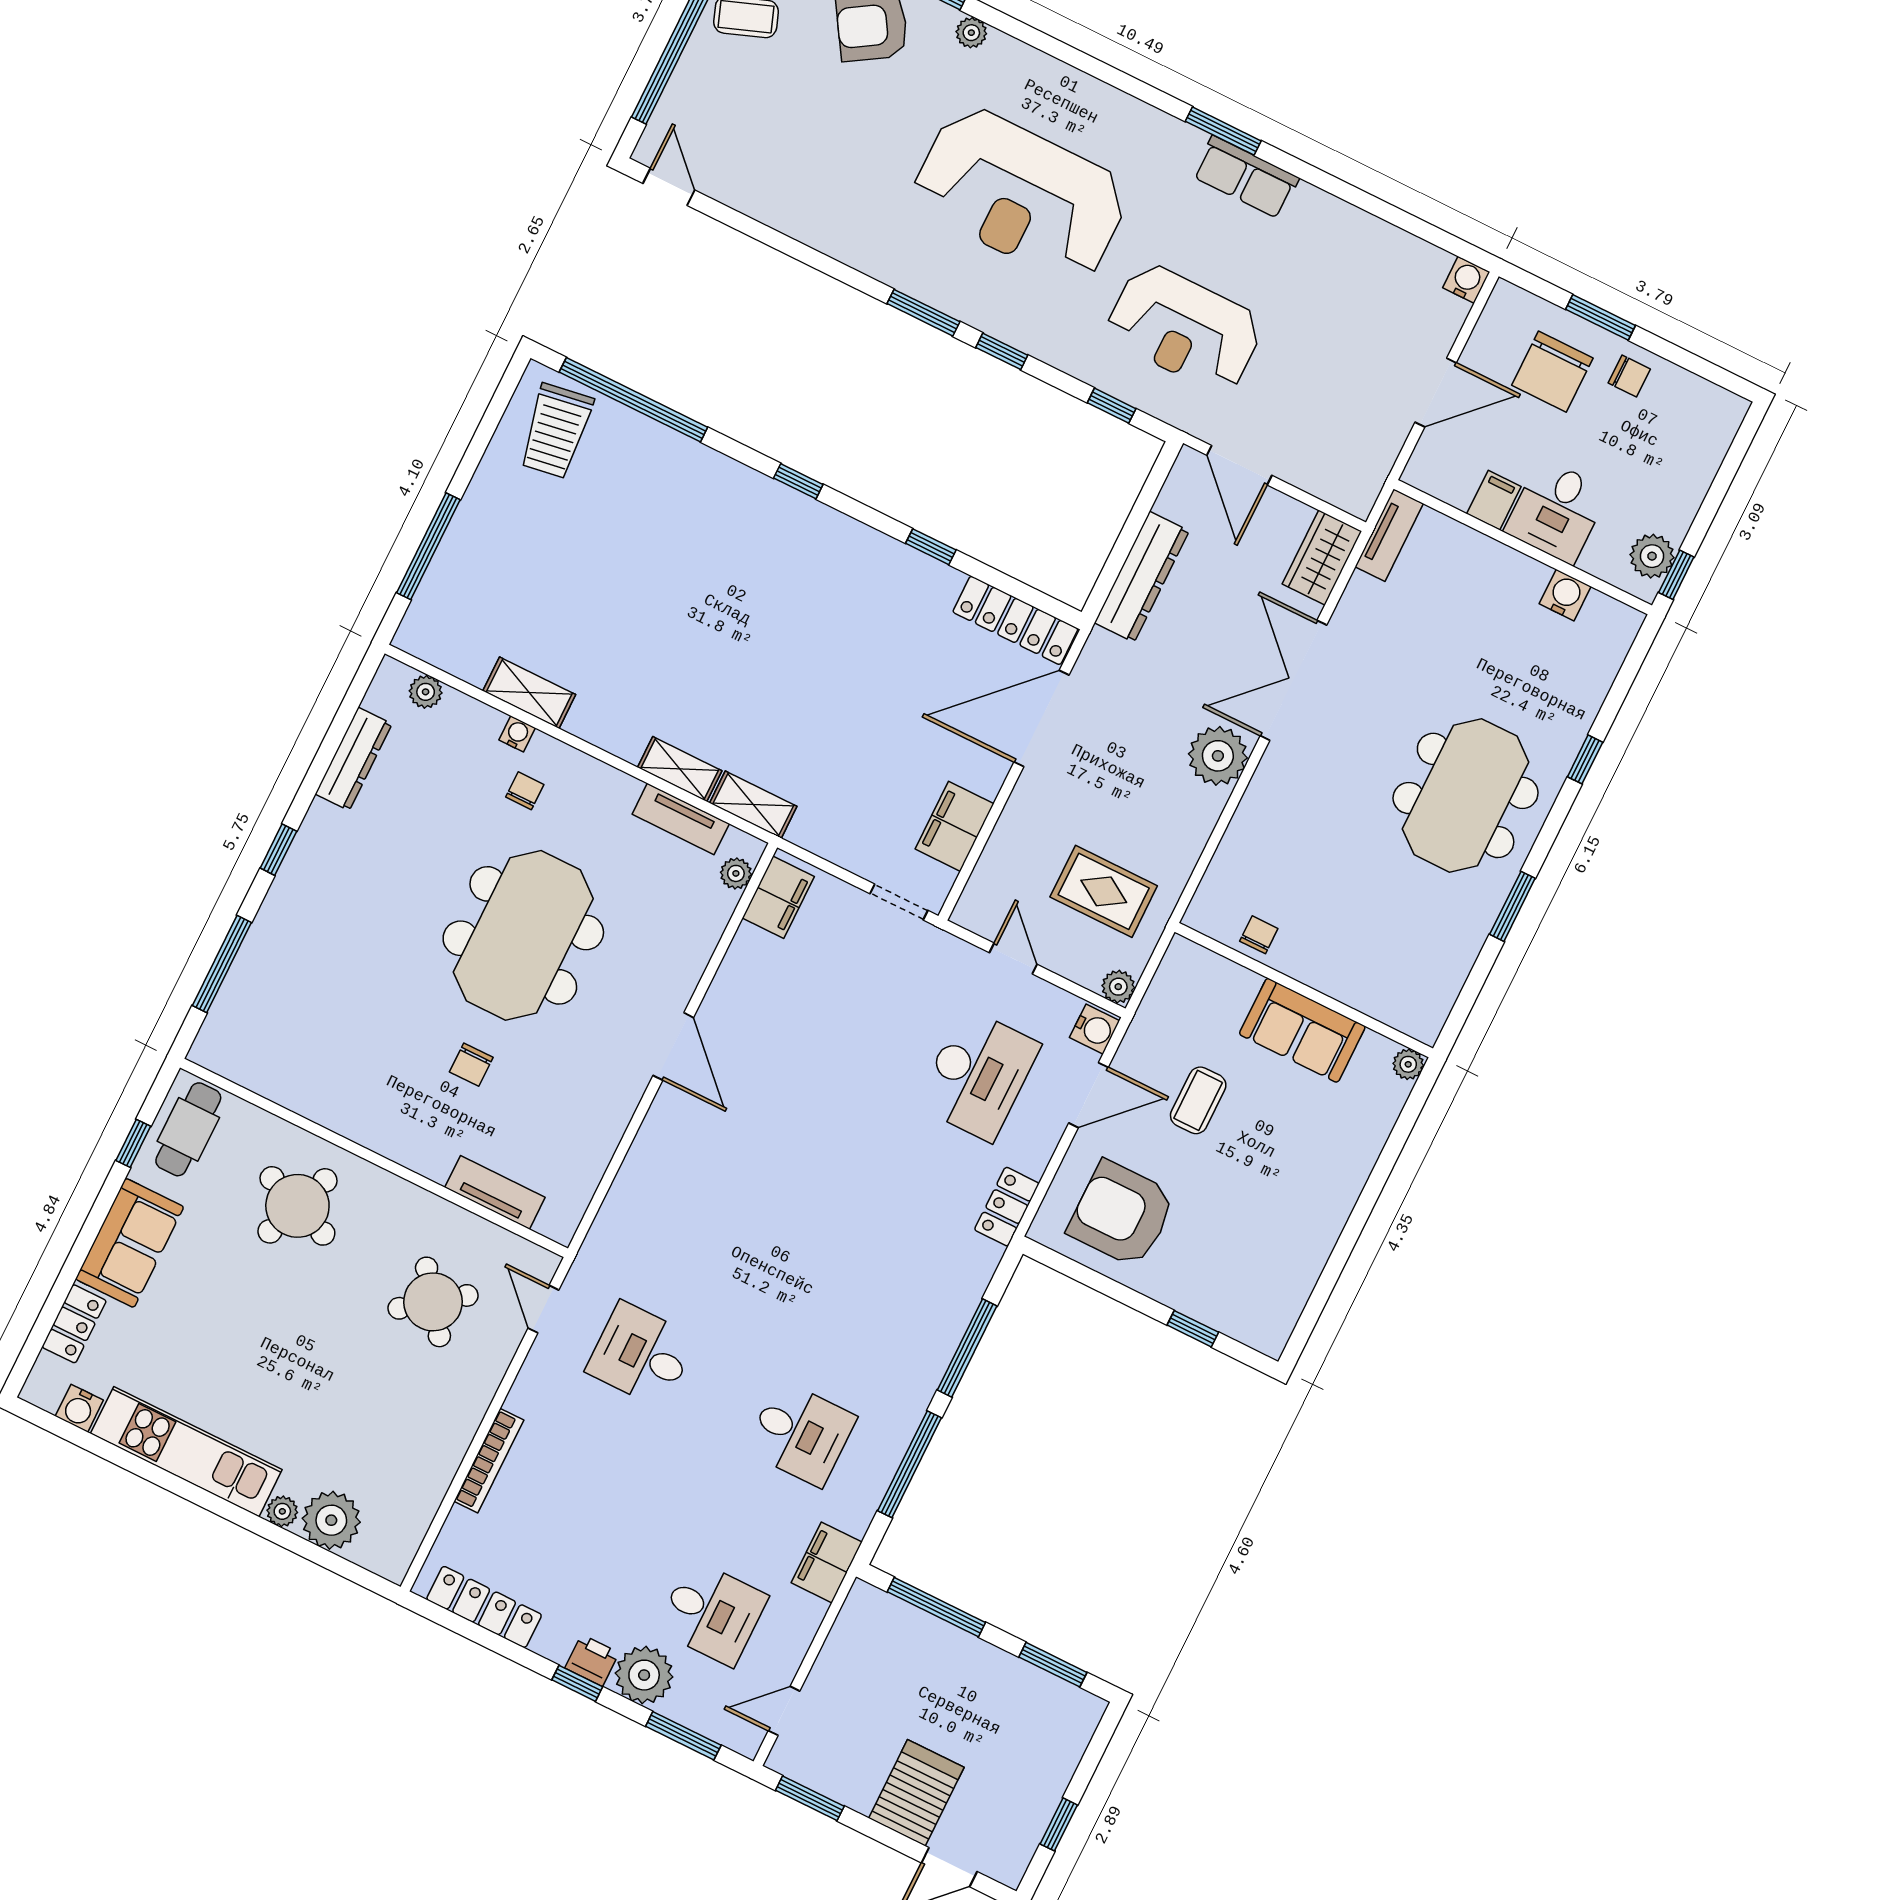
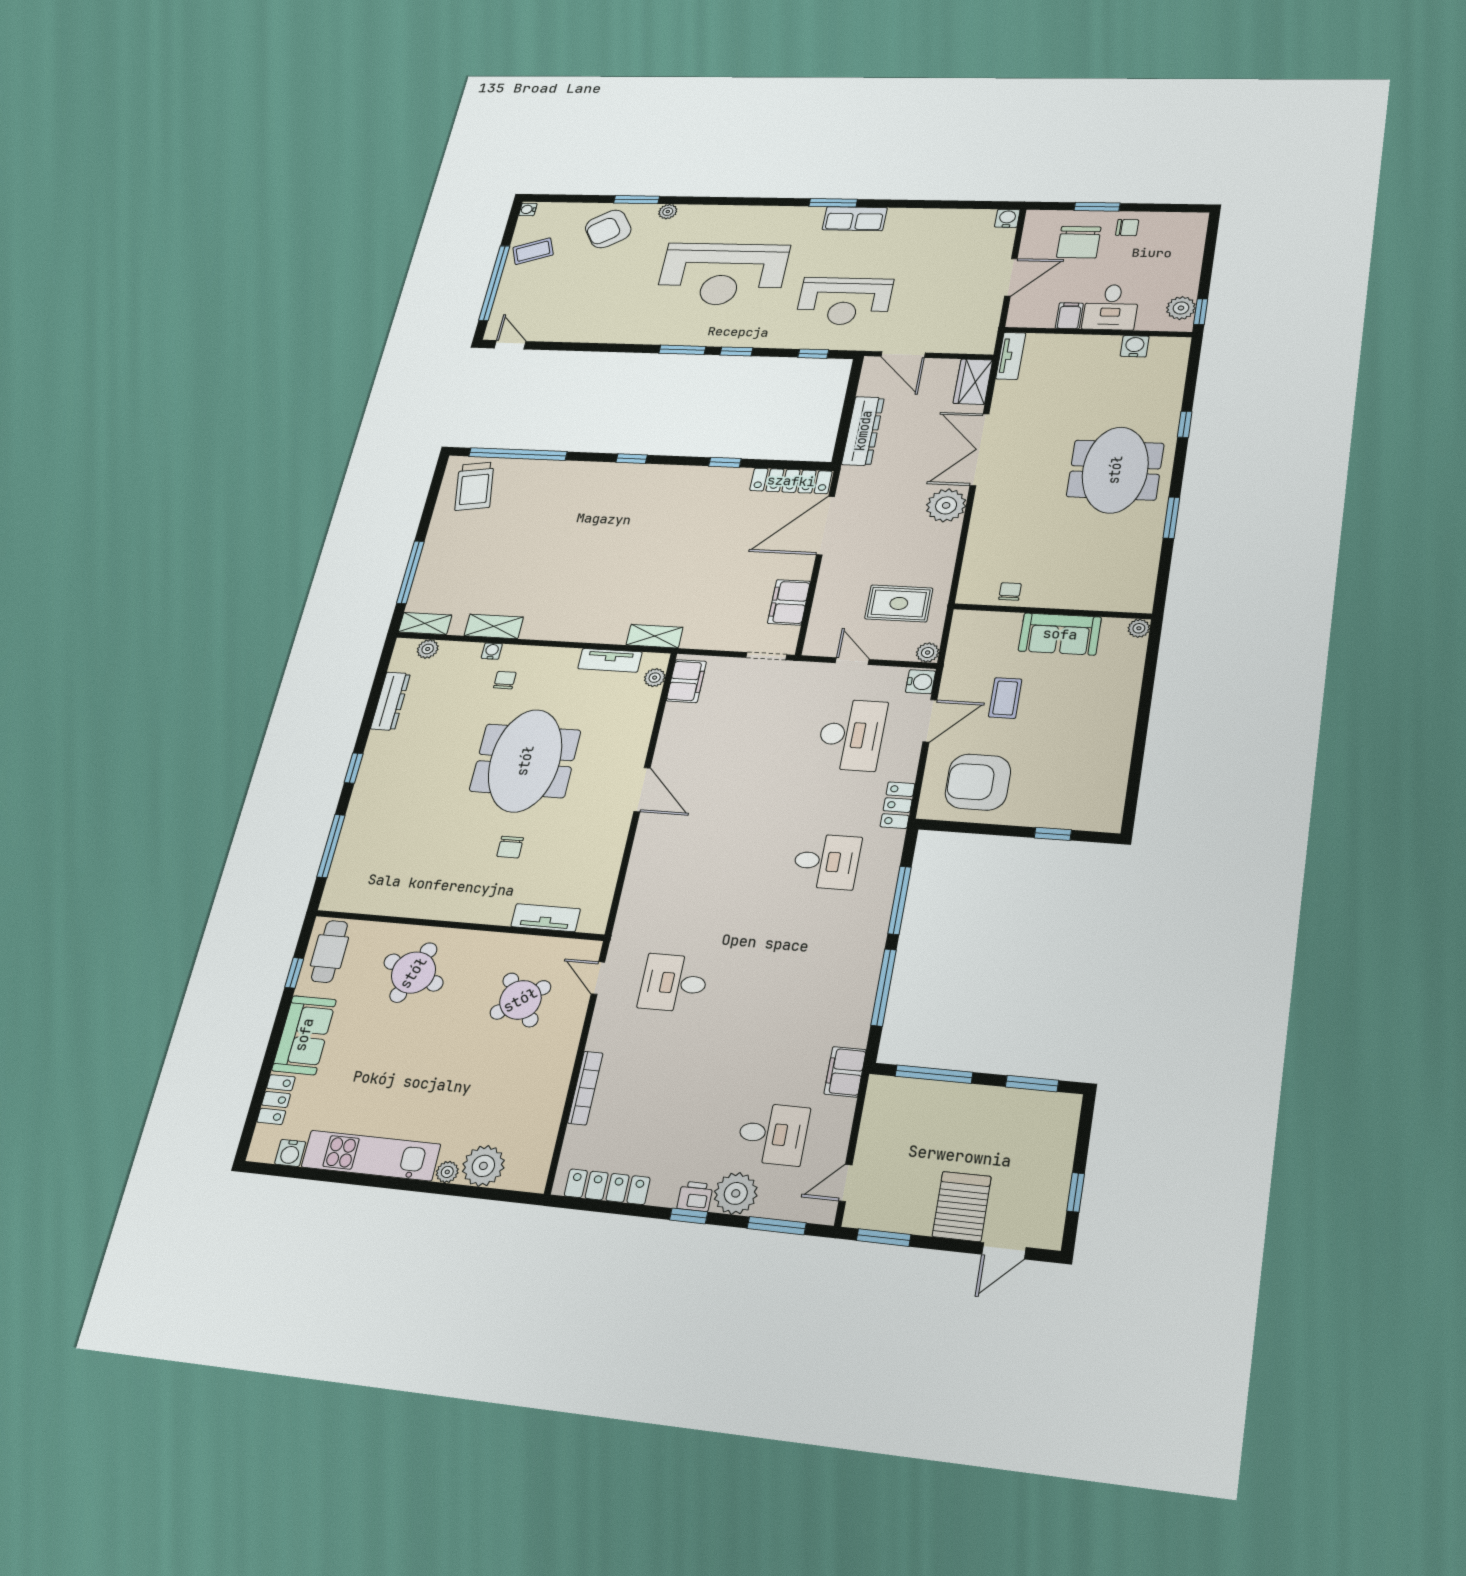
shelving: (680, 769) -> (425, 623), moved
desk: (801, 1433) -> (826, 861), moved

